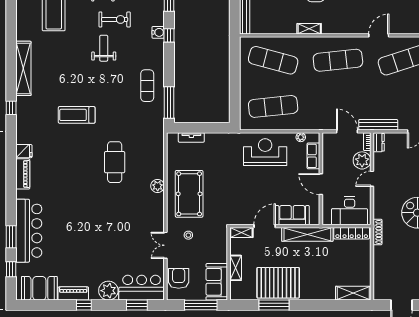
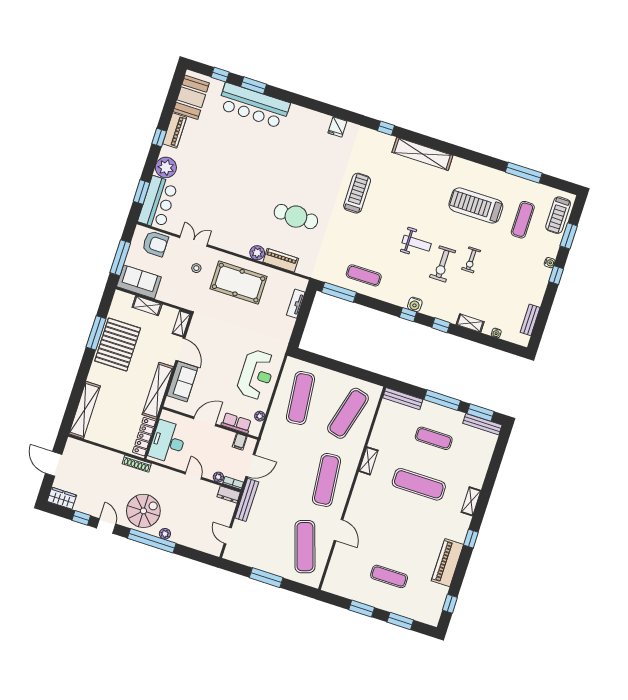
filing cabinet: (329, 148) -> (240, 442), added
plant: (362, 160) -> (218, 477), width x0.53, depth x0.53
piano: (23, 174) -> (281, 260), moved, turned 180
shelving: (353, 293) -> (85, 410), width x1.47

